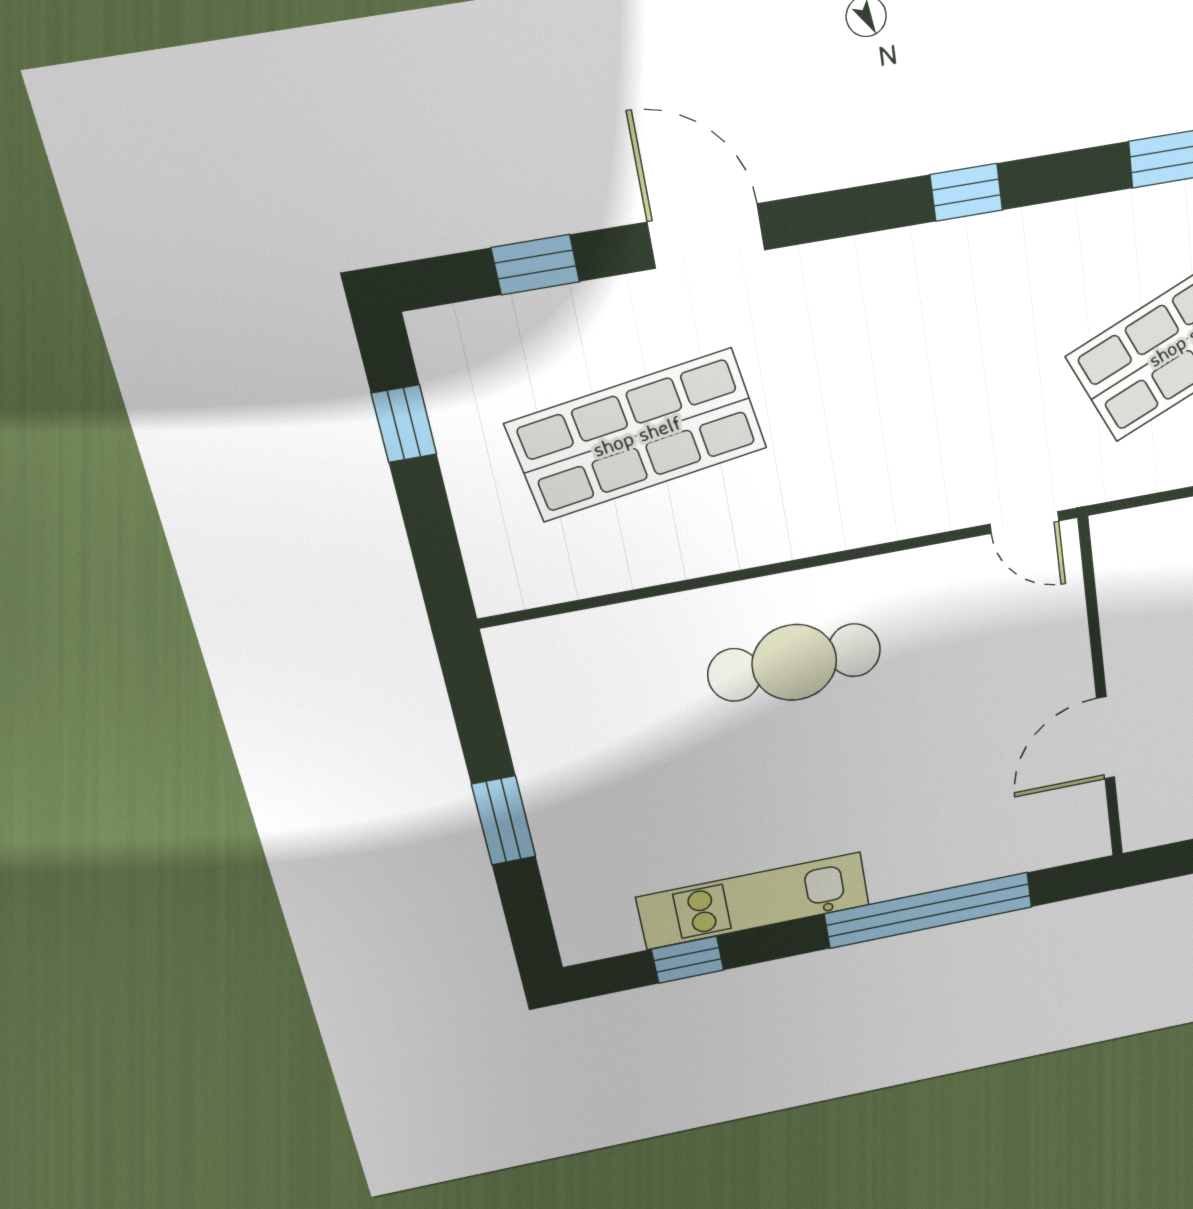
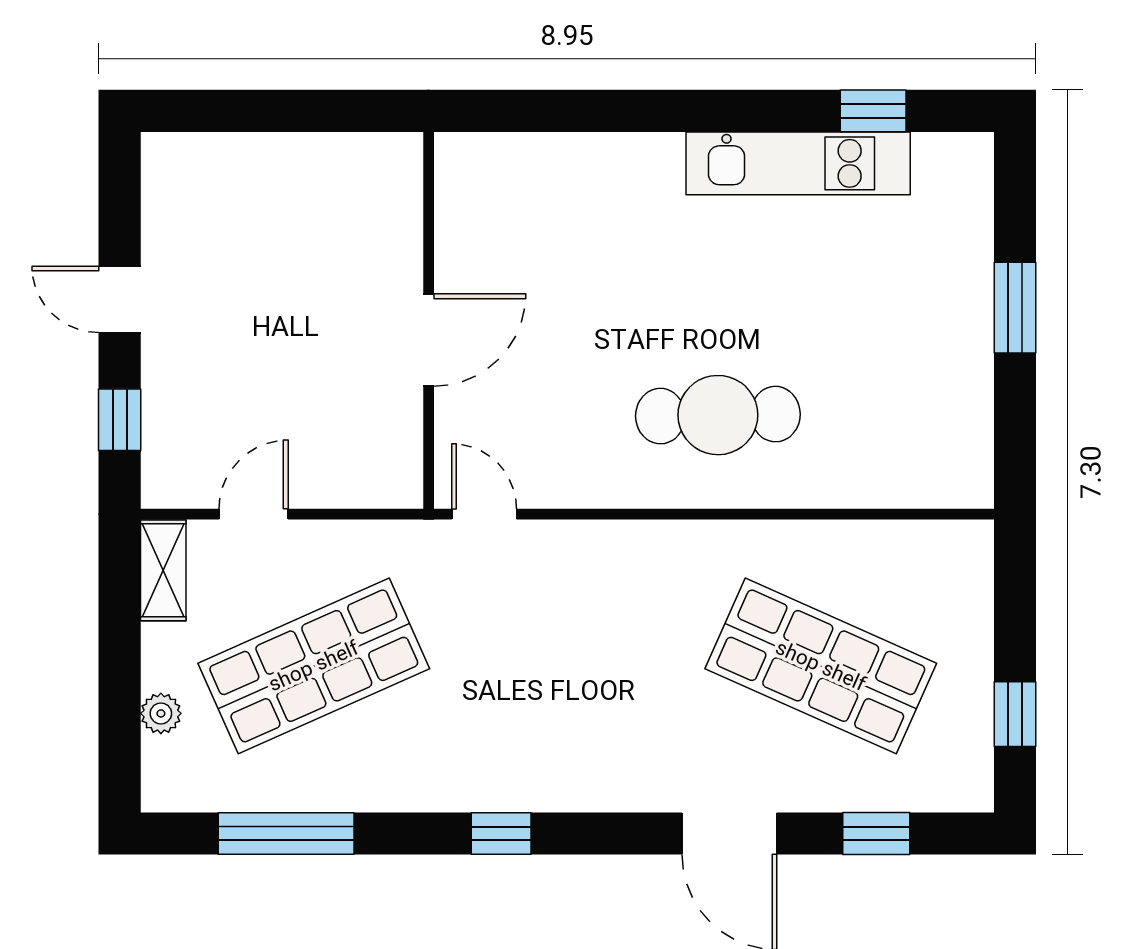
shop shelf: (637, 436) -> (821, 666), turned 33
door: (1106, 738) -> (429, 340), moved
window: (929, 910) -> (627, 111), removed

